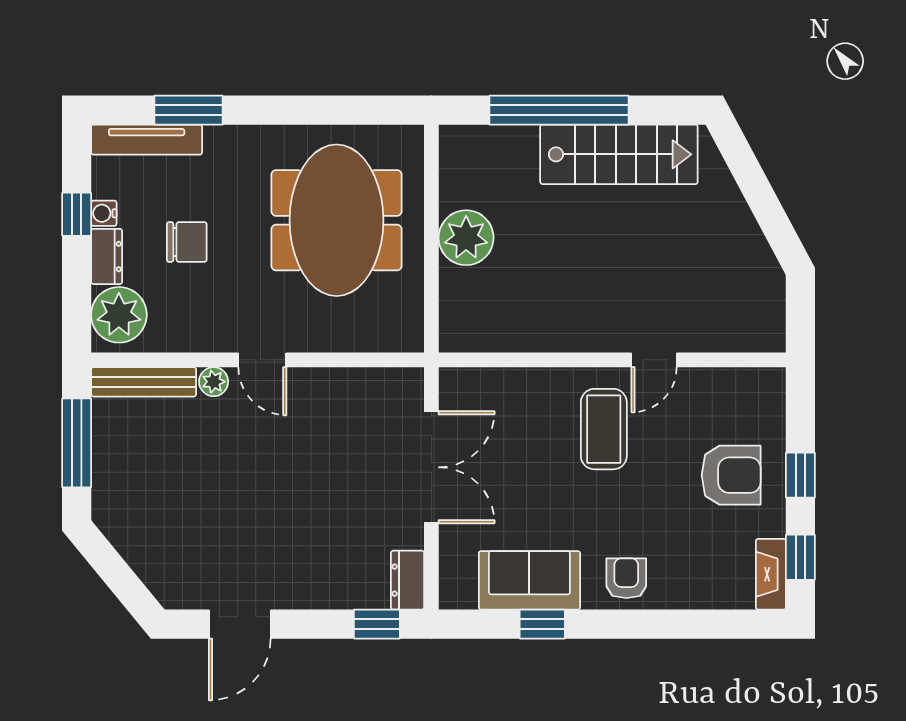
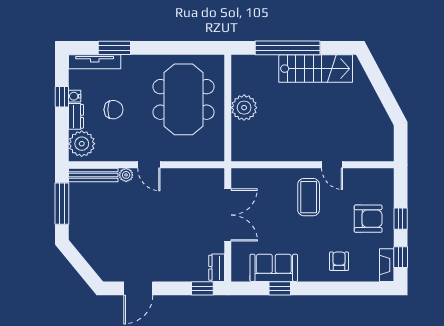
door: (654, 360) -> (332, 165), hinge flipped
armchair: (626, 578) -> (339, 261), moved

